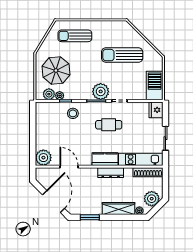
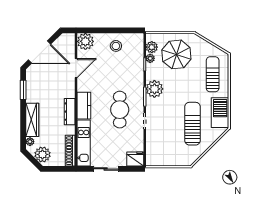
barbecue: (155, 85) -> (220, 113), moved, turned -90
plant: (101, 91) -> (154, 89), moved
stool: (73, 113) -> (116, 46), moved
cafe table: (109, 125) -> (120, 110), width x1.37, depth x1.35

